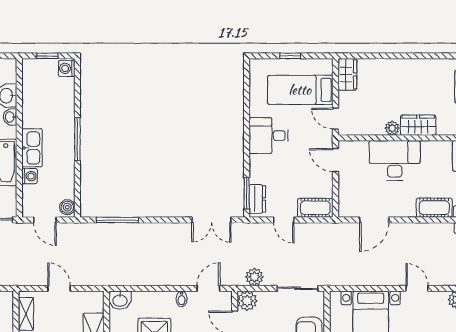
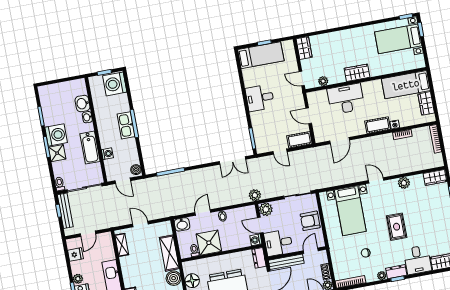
washing machine: (67, 68) -> (115, 84), width x1.89, depth x1.89
bed: (300, 90) -> (261, 55), moved, turned 180
plant: (392, 128) -> (323, 81), moved
kitchen sink: (32, 148) -> (126, 125), moved, turned 180
door: (335, 160) -> (309, 116), moved
dresser: (257, 199) -> (260, 141), removed
plant: (254, 277) -> (255, 195), moved
door: (208, 288) -> (203, 212), moved

